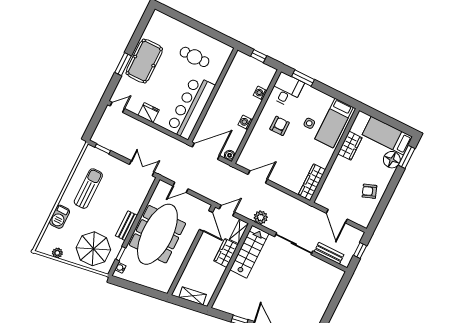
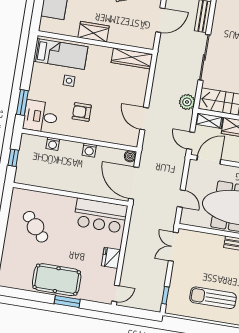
cafe table: (195, 57) -> (36, 227), turned -42
door: (117, 107) -> (116, 293), swing flipped
bar counter: (191, 107) -> (100, 216), width x0.73
wardrobe: (350, 146) -> (94, 32), moved

